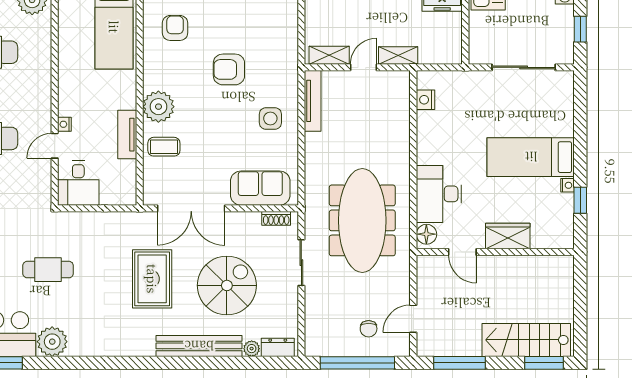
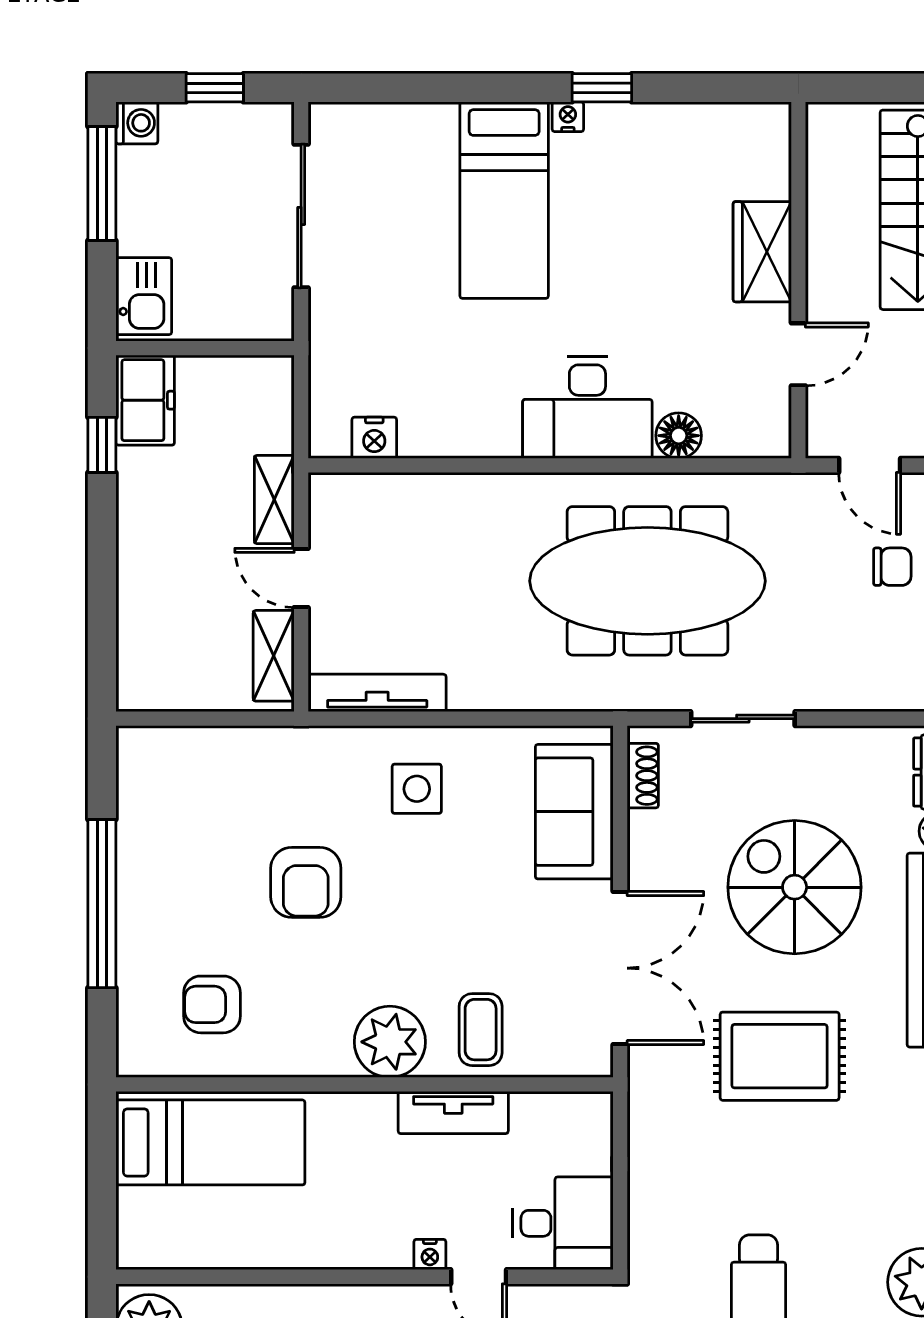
wardrobe: (508, 236) -> (762, 252), moved
door: (462, 252) -> (798, 354), moved
wall: (495, 252) -> (798, 280), moved

